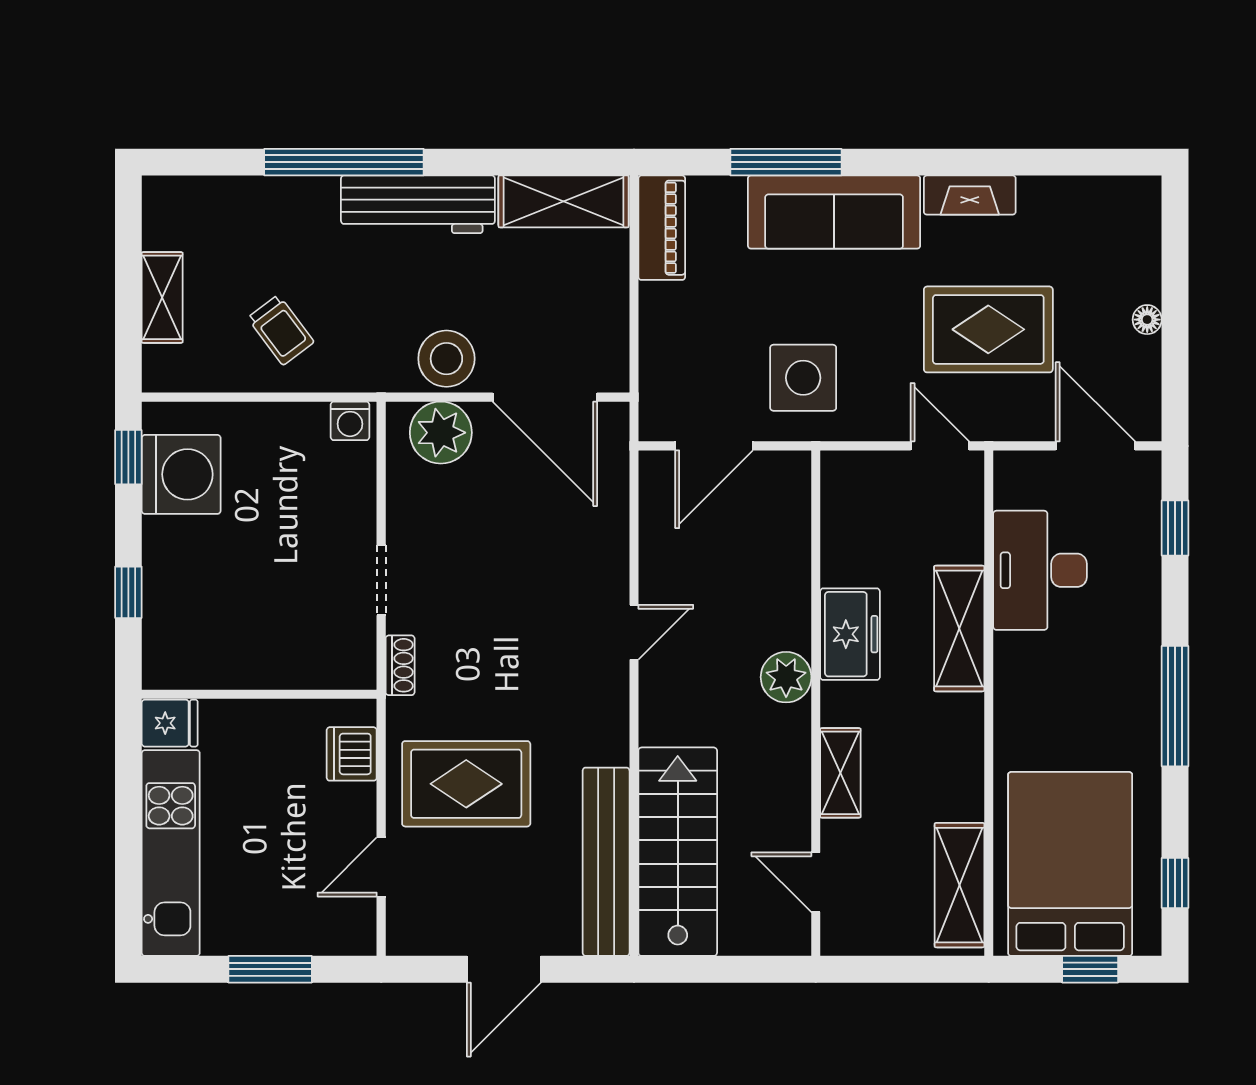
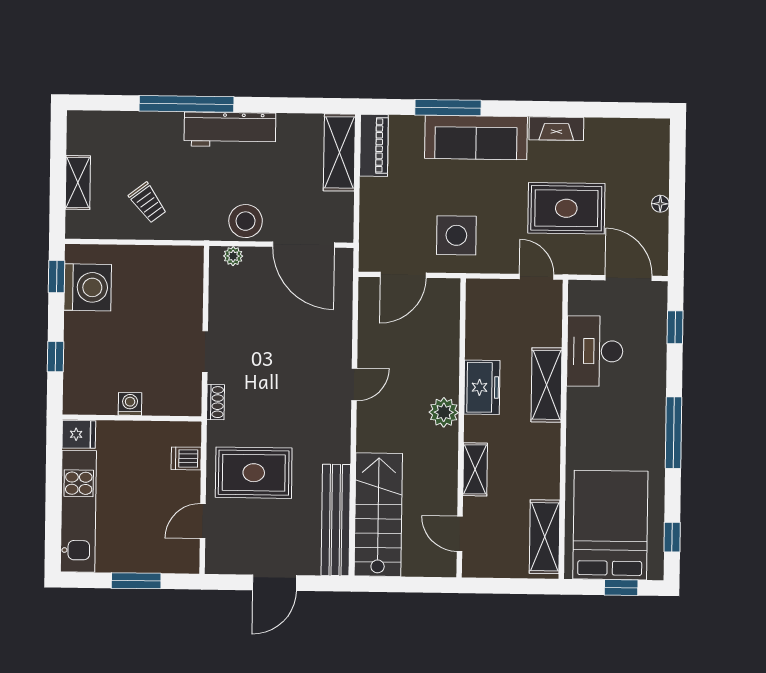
shelving: (564, 201) -> (339, 152), moved, turned 90
washing machine: (350, 421) -> (130, 404), moved, turned 180
plant: (441, 433) -> (233, 256), width x0.53, depth x0.53
dishwasher: (352, 754) -> (186, 458), width x0.73

